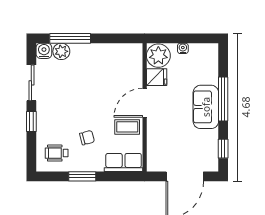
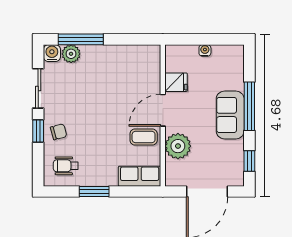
plant: (158, 56) -> (178, 146), moved
chair: (87, 138) -> (59, 132), moved

